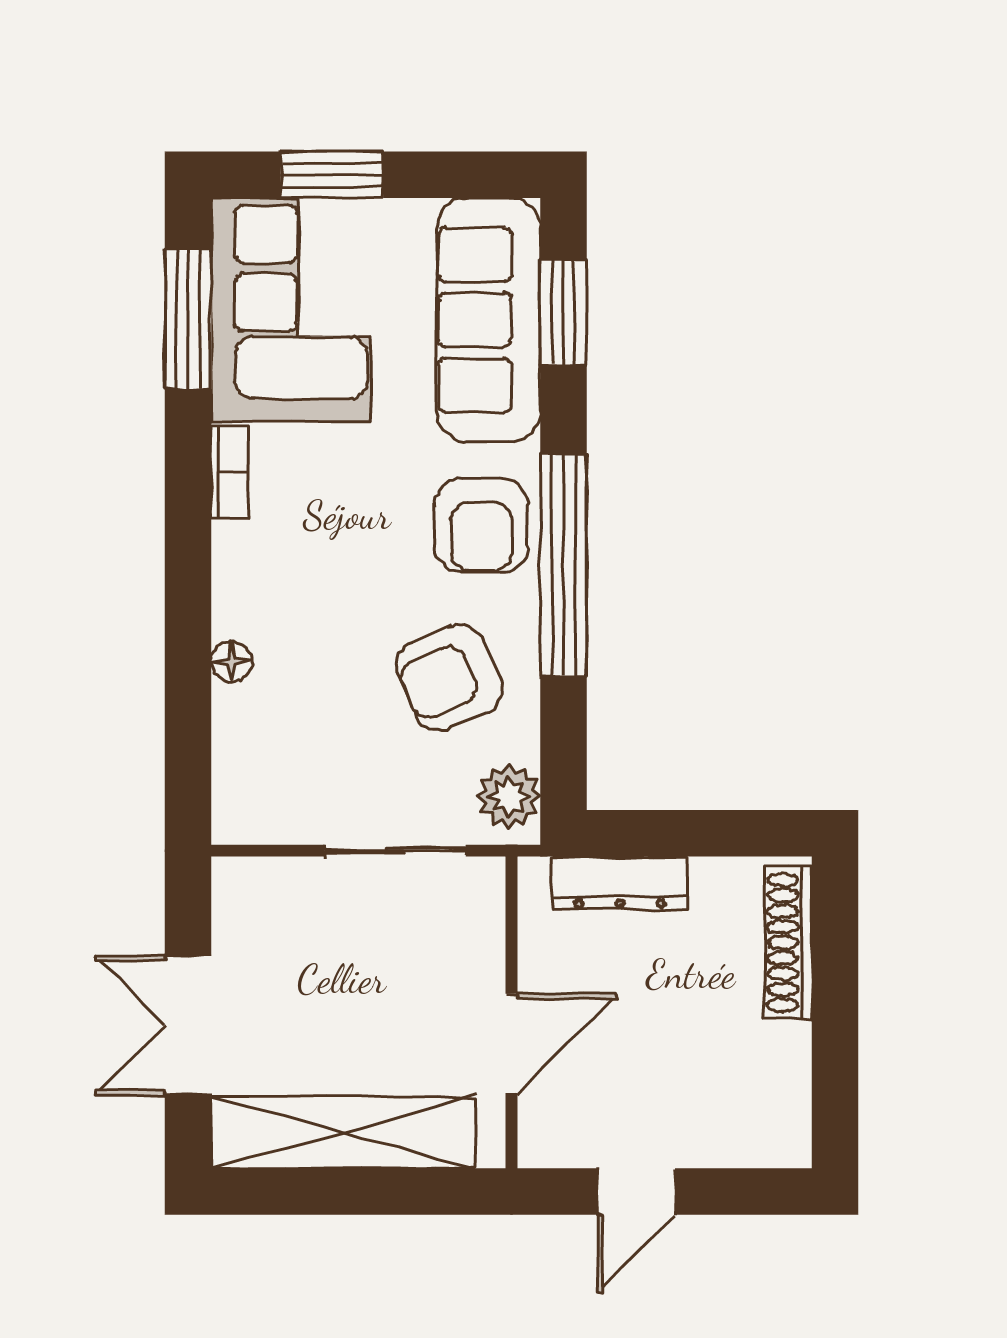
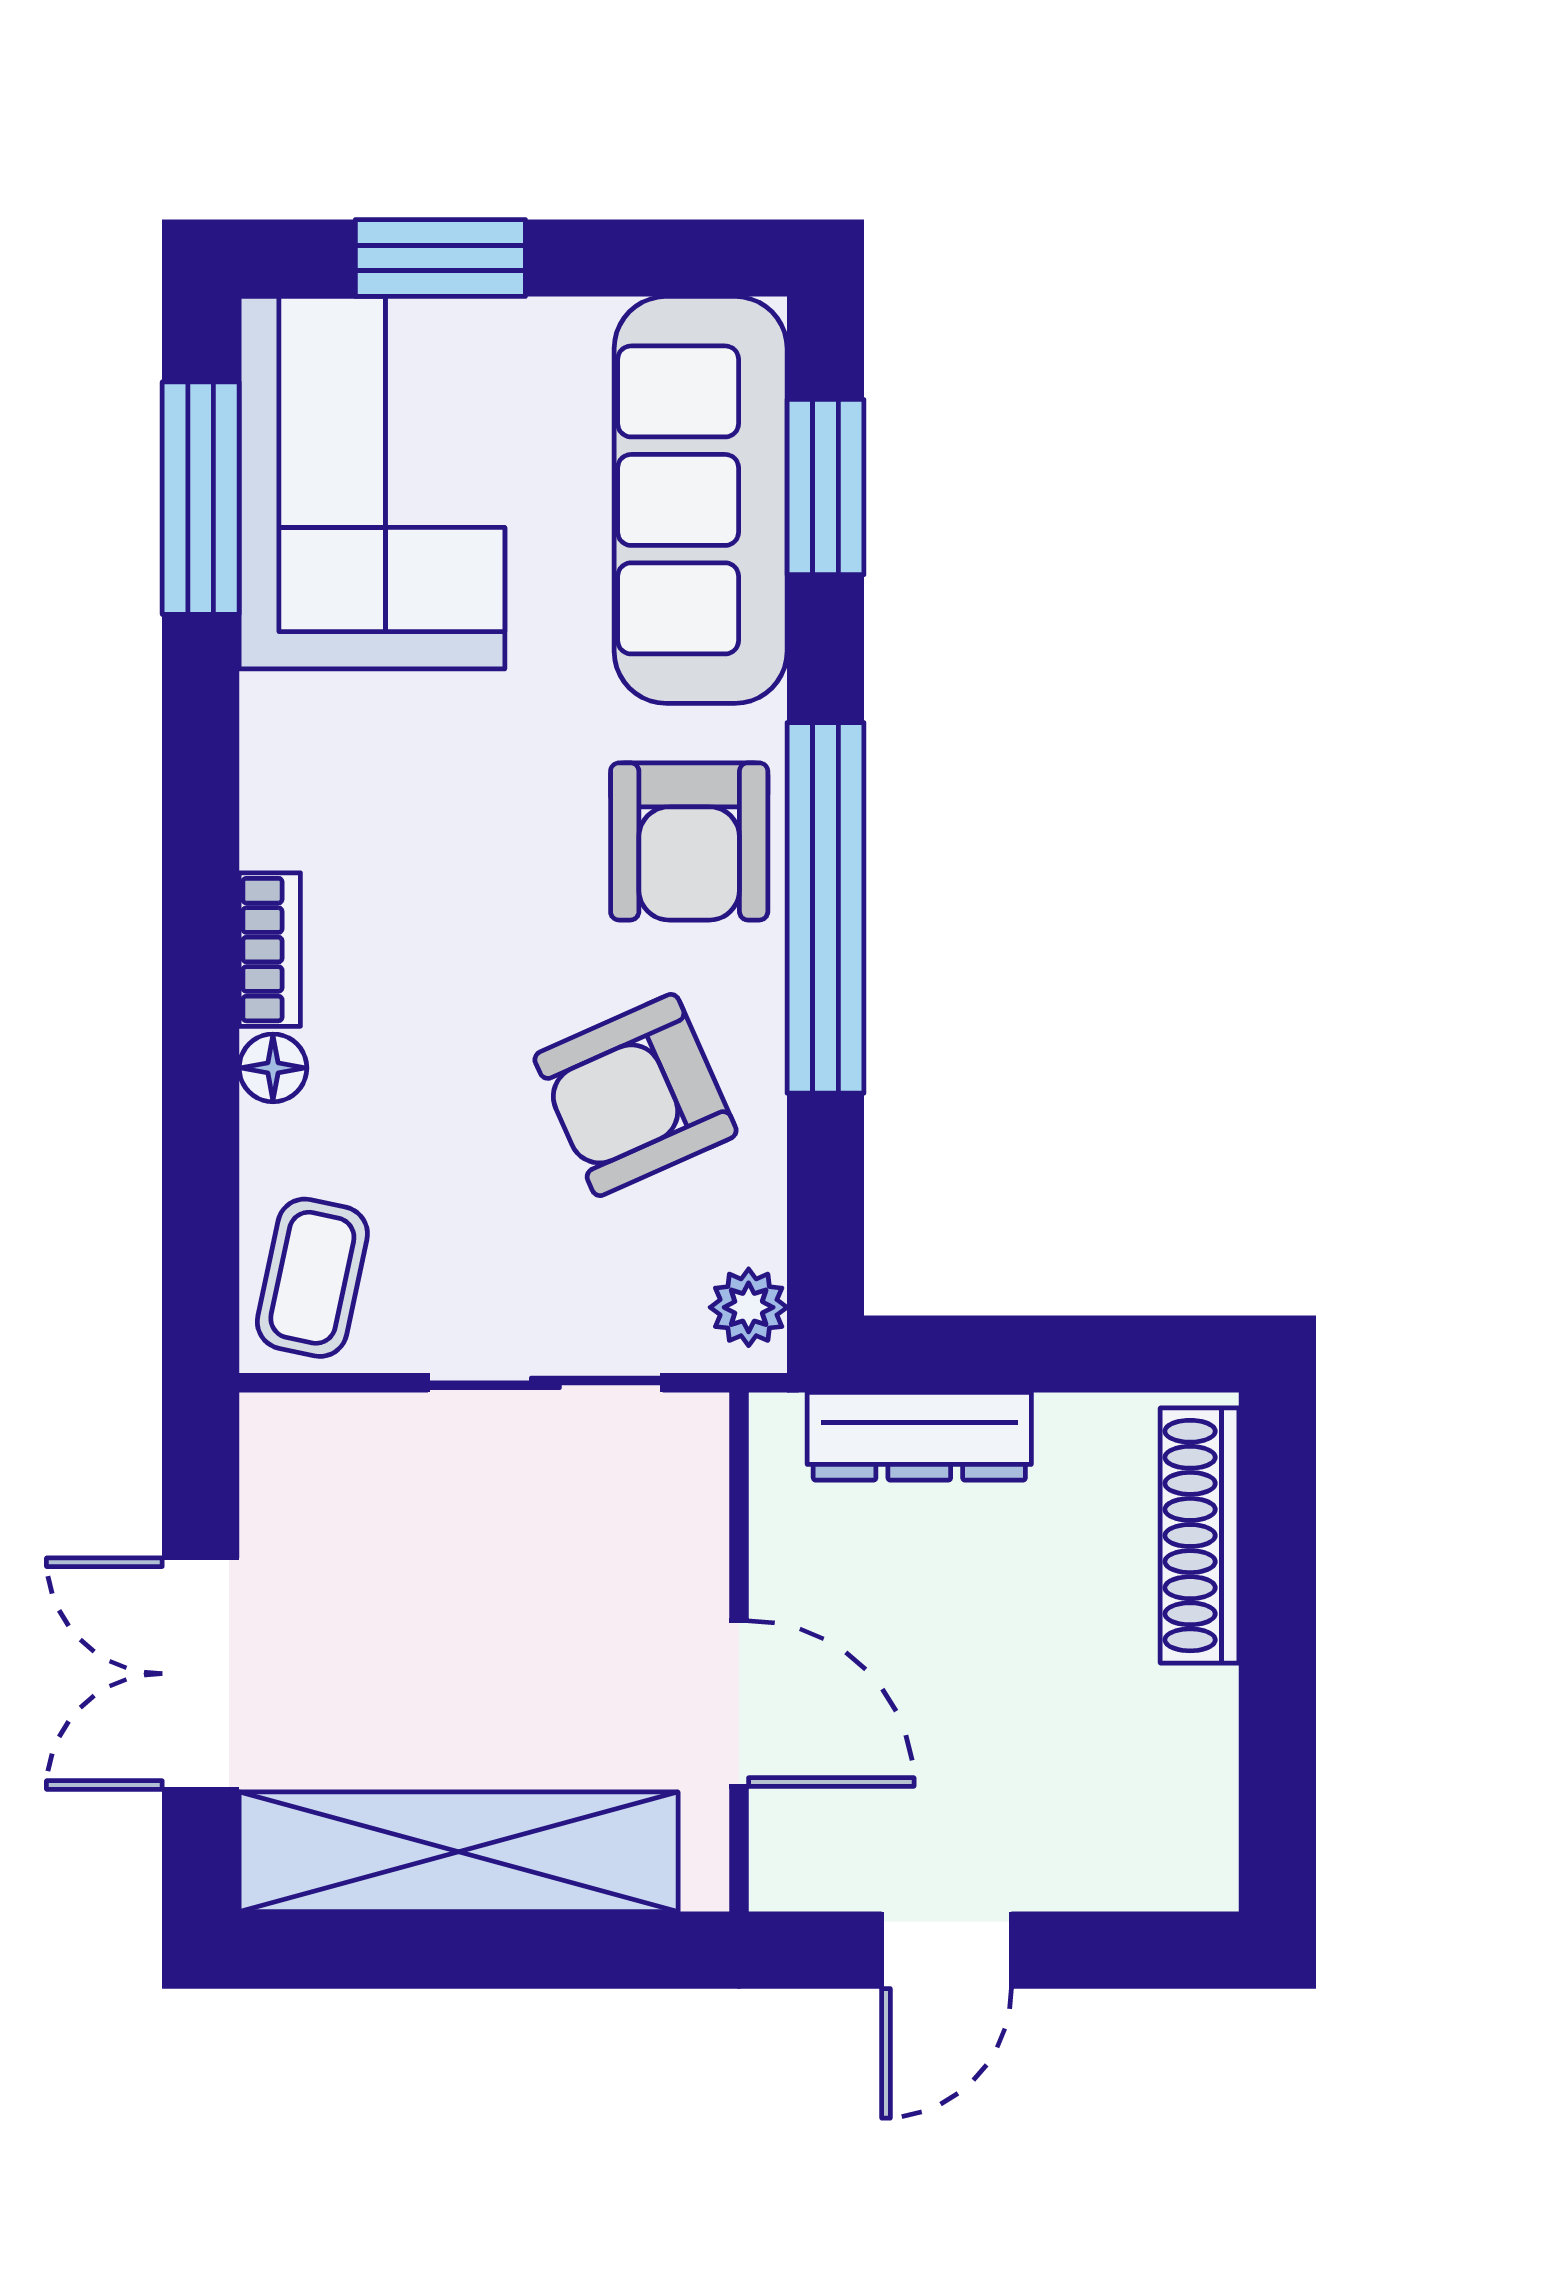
bookcase: (230, 472) -> (270, 950), moved
coffee table: (255, 788) -> (312, 1278), added
plant: (509, 797) -> (749, 1307), width x0.73, depth x0.73
door: (512, 1043) -> (739, 1704), hinge flipped

